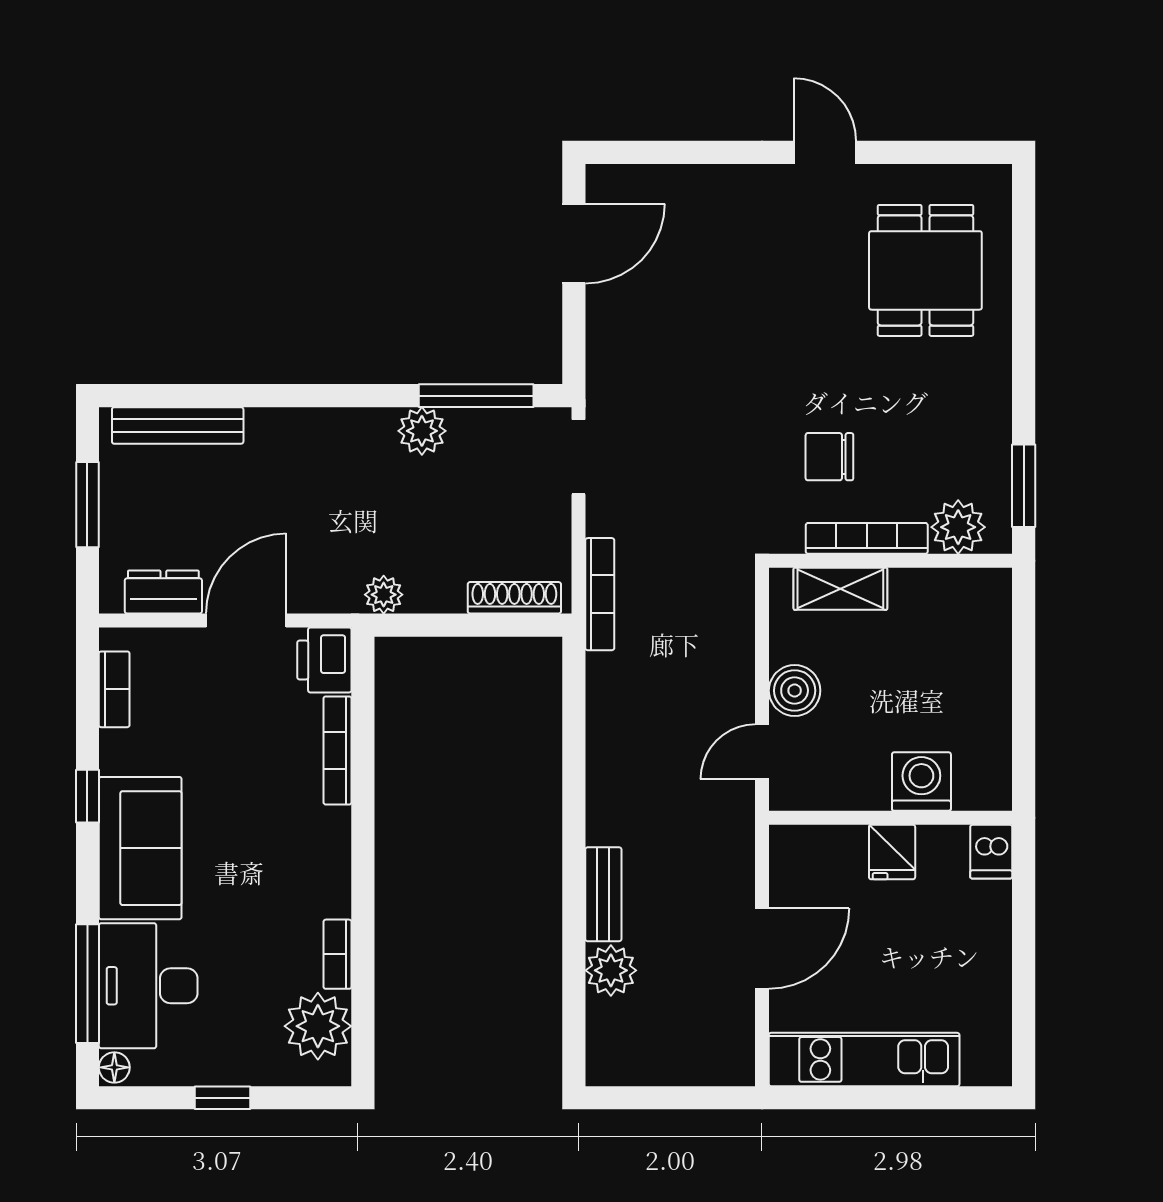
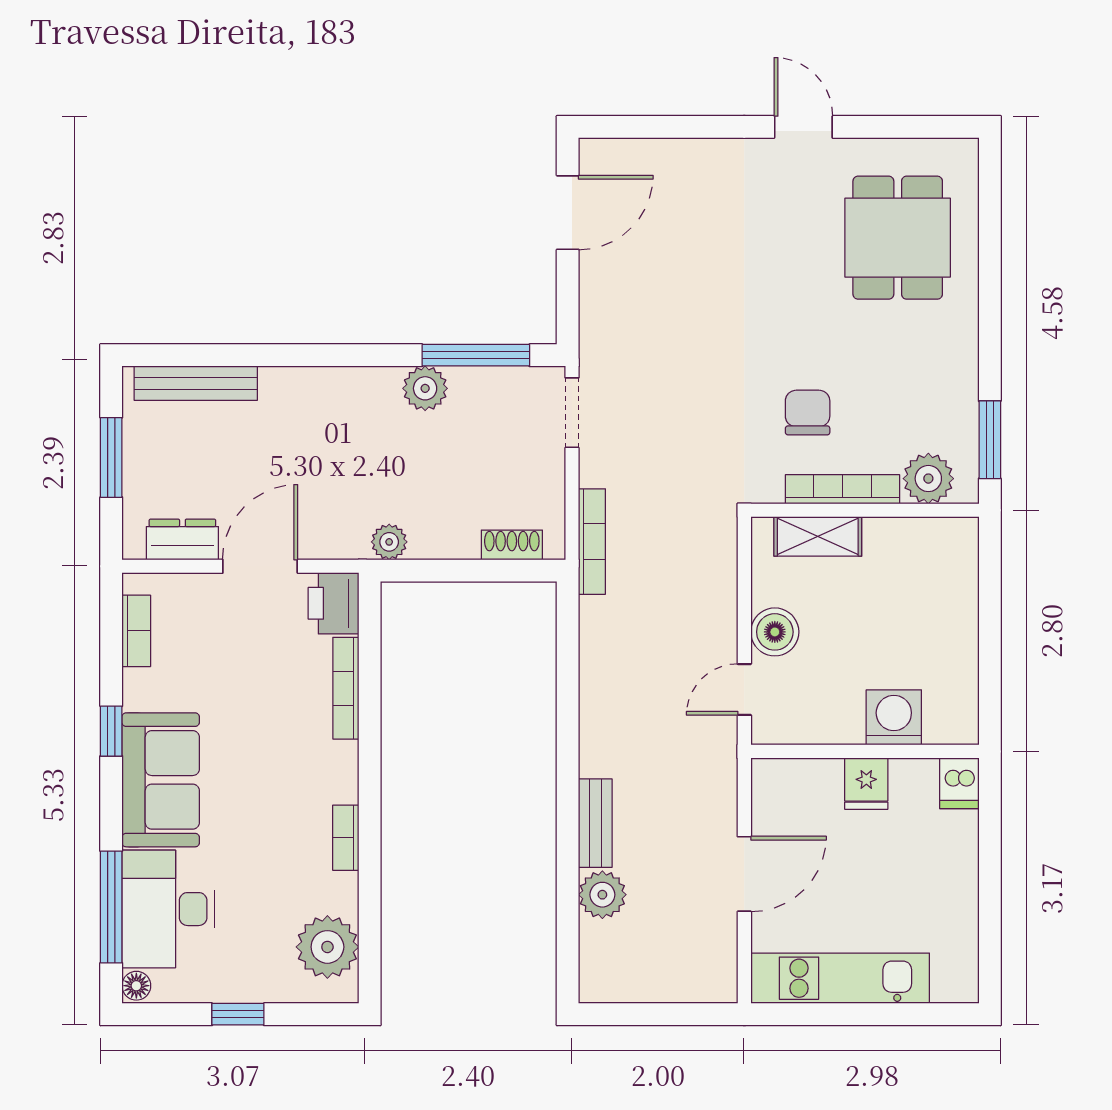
chair: (829, 457) -> (808, 413), turned 90
shoe rack: (514, 598) -> (512, 545), width x0.70
bookcase: (337, 954) -> (346, 838), moved

